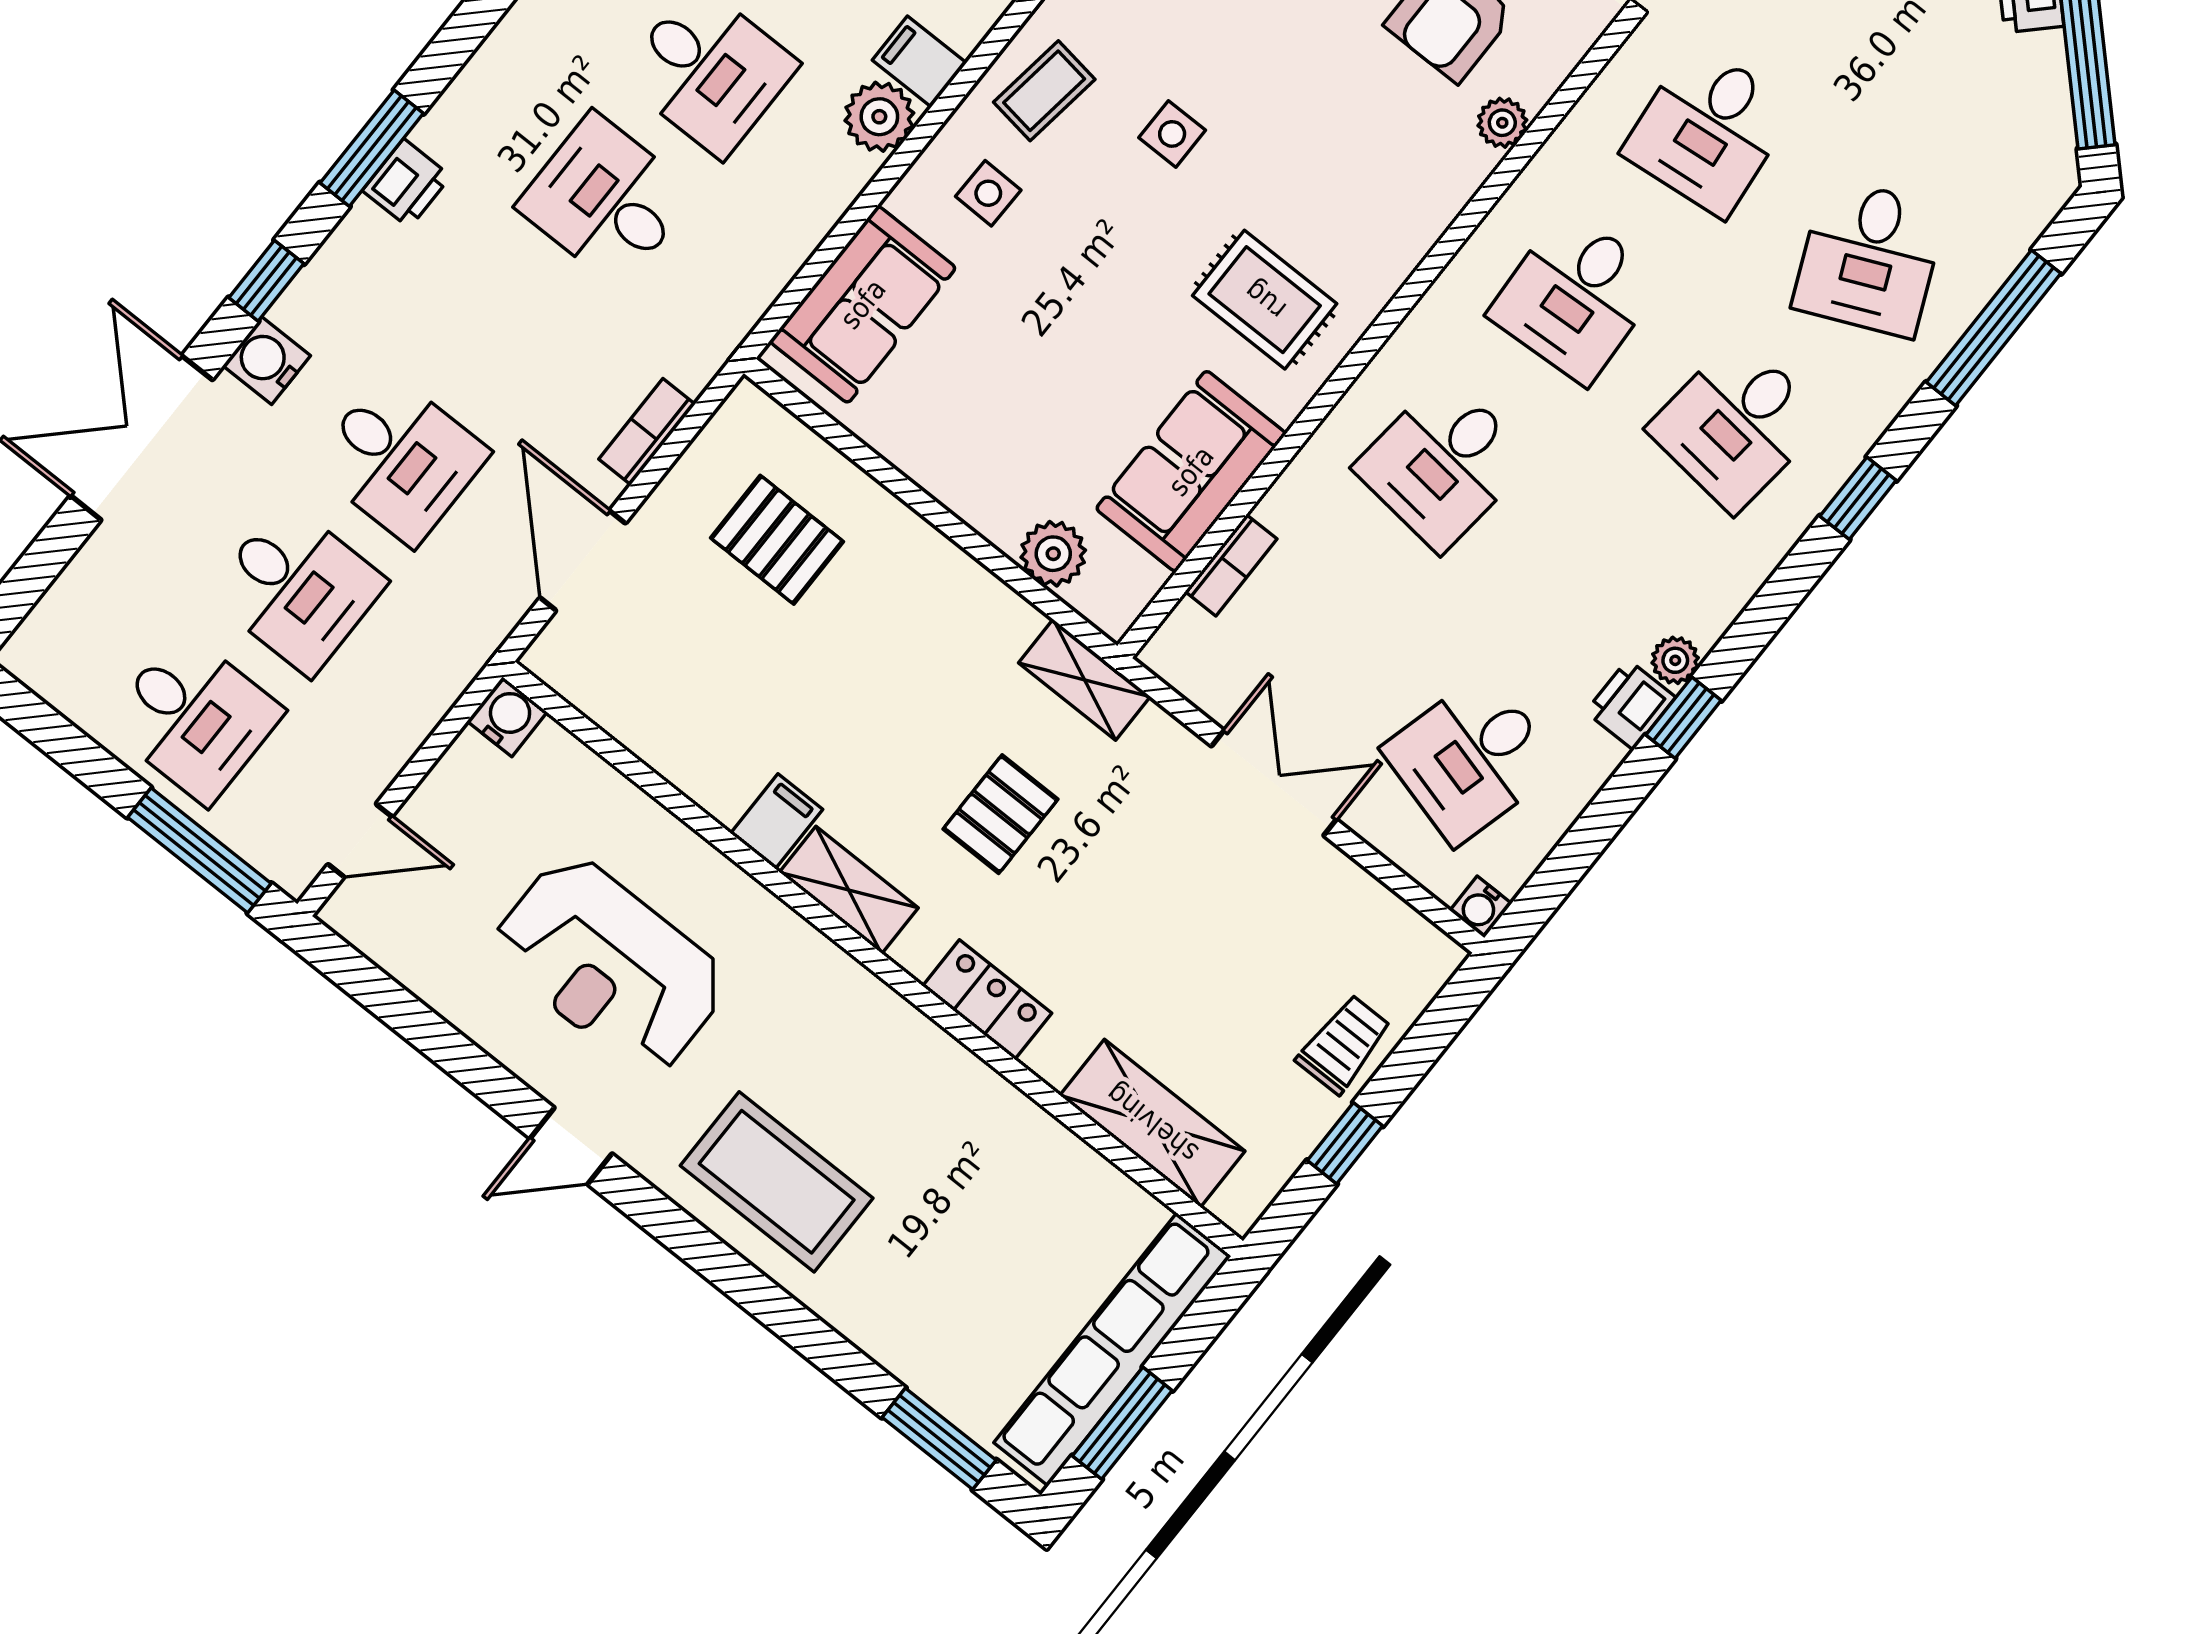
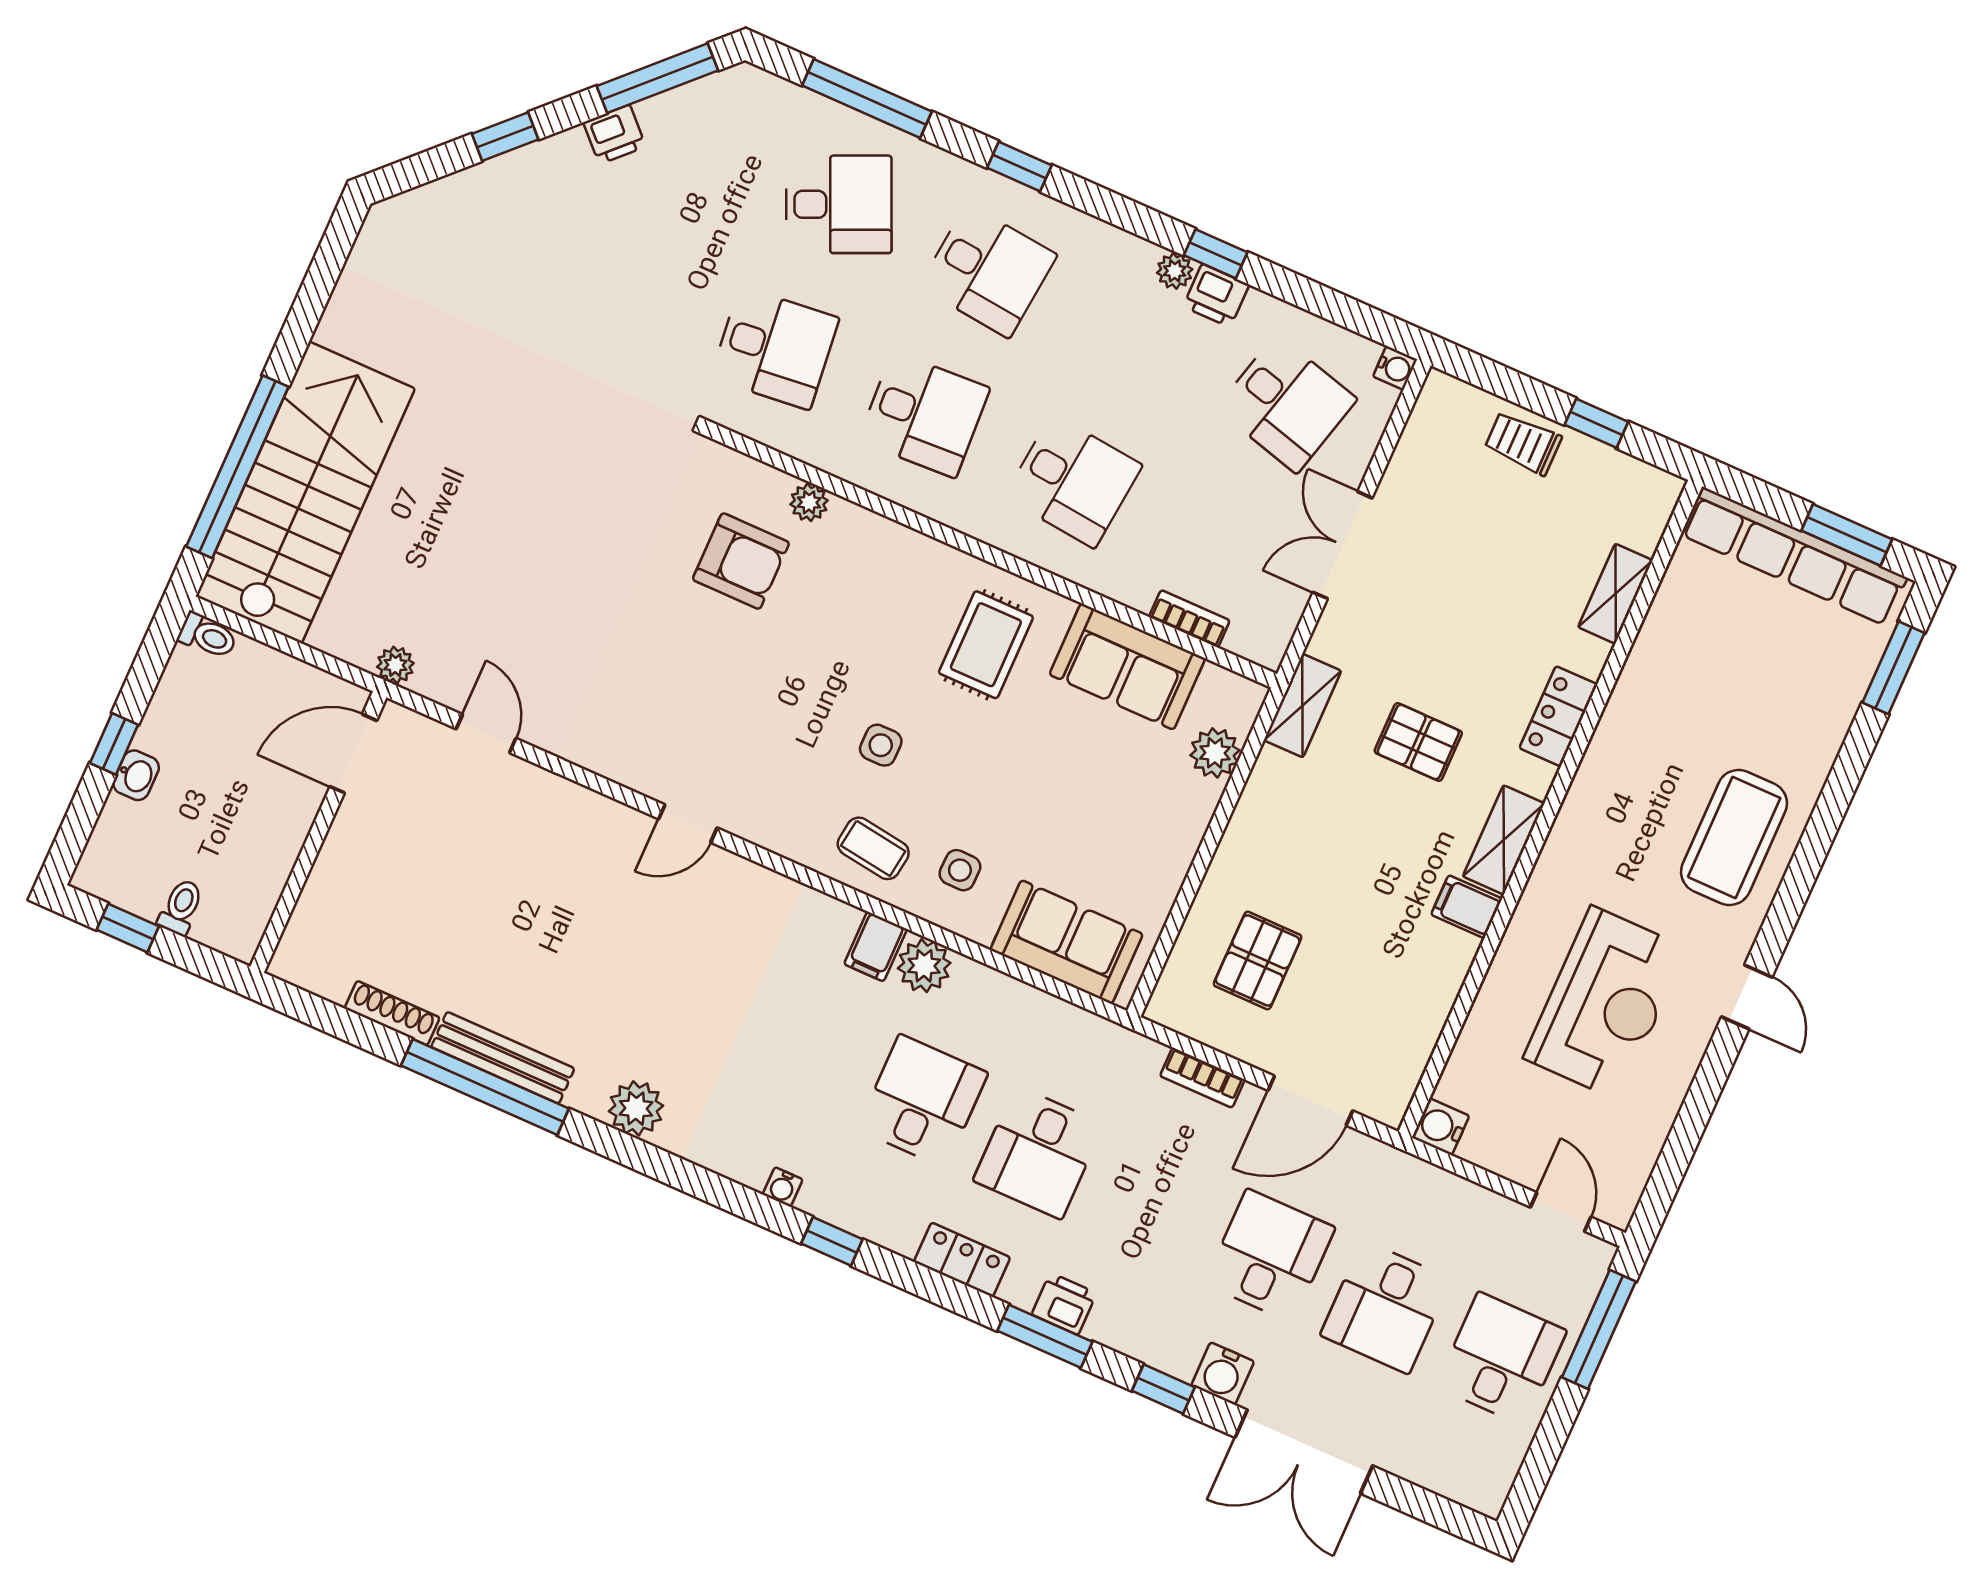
locker: (496, 69) -> (962, 1260), added
desk: (297, 588) -> (1386, 1307), turned 180
shelving: (1152, 1123) -> (1615, 594), width x0.67, depth x0.75

